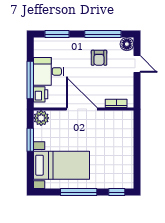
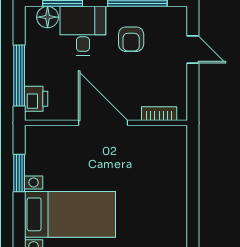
floor lamp: (127, 44) -> (48, 17), moved
desk: (49, 71) -> (83, 31), moved, turned 90
plant: (41, 118) -> (37, 137), removed

